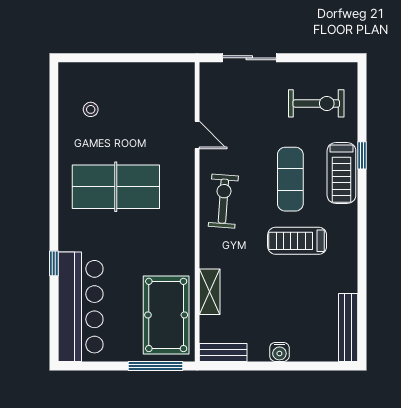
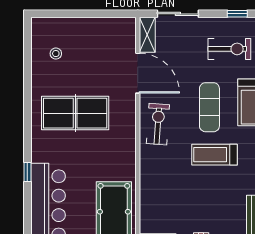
window: (326, 58) -> (237, 14), added
door: (197, 135) -> (138, 73), width x1.88
shelving: (210, 292) -> (147, 35), moved

